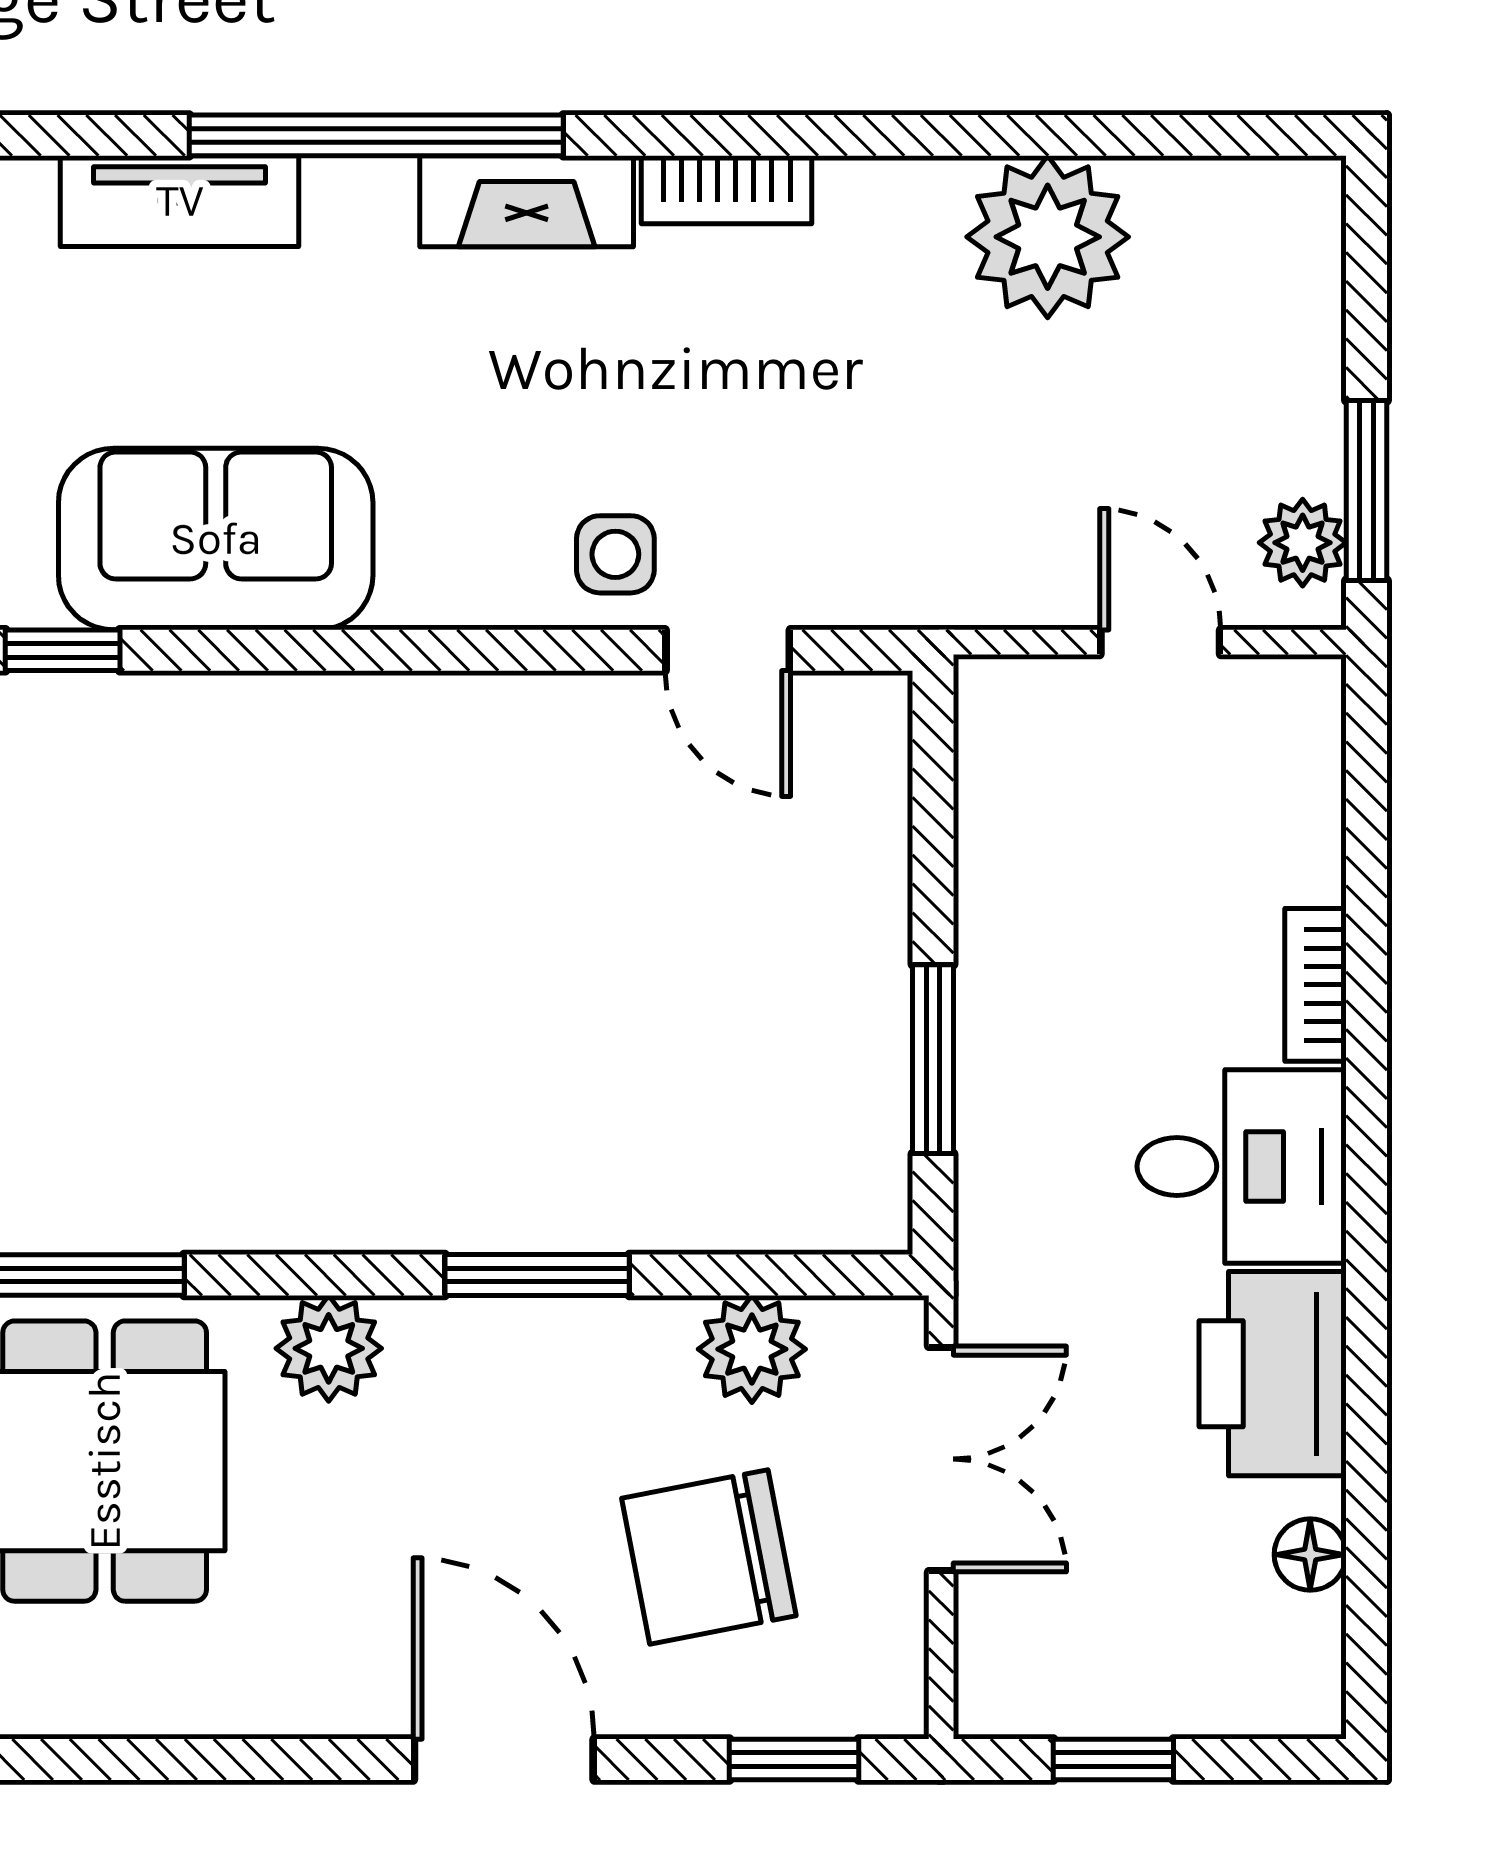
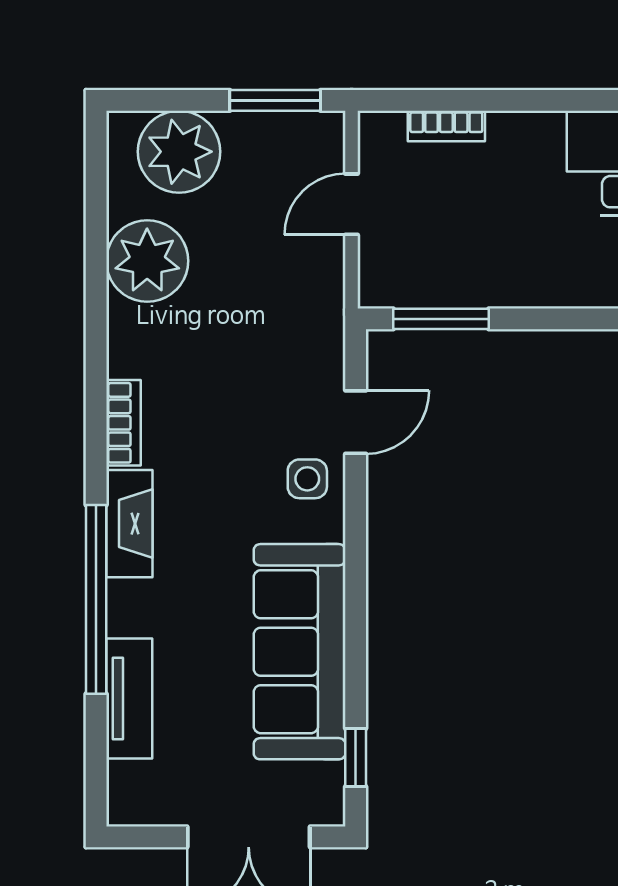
sofa: (216, 539) -> (300, 652), width x1.36
plant: (1303, 543) -> (179, 152), moved, width x1.87, depth x1.87
bookcase: (1315, 985) -> (446, 126), moved
window: (933, 1059) -> (441, 319), moved

